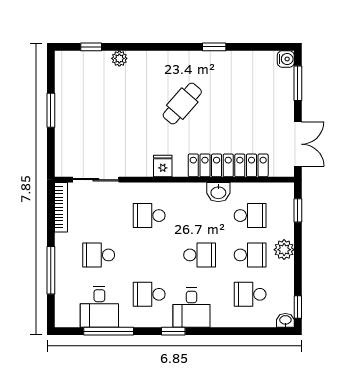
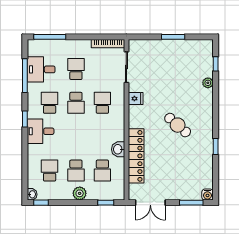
fridge: (163, 166) -> (136, 99), moved
school desk: (200, 255) -> (76, 103), moved
window: (51, 270) -> (50, 37), moved

